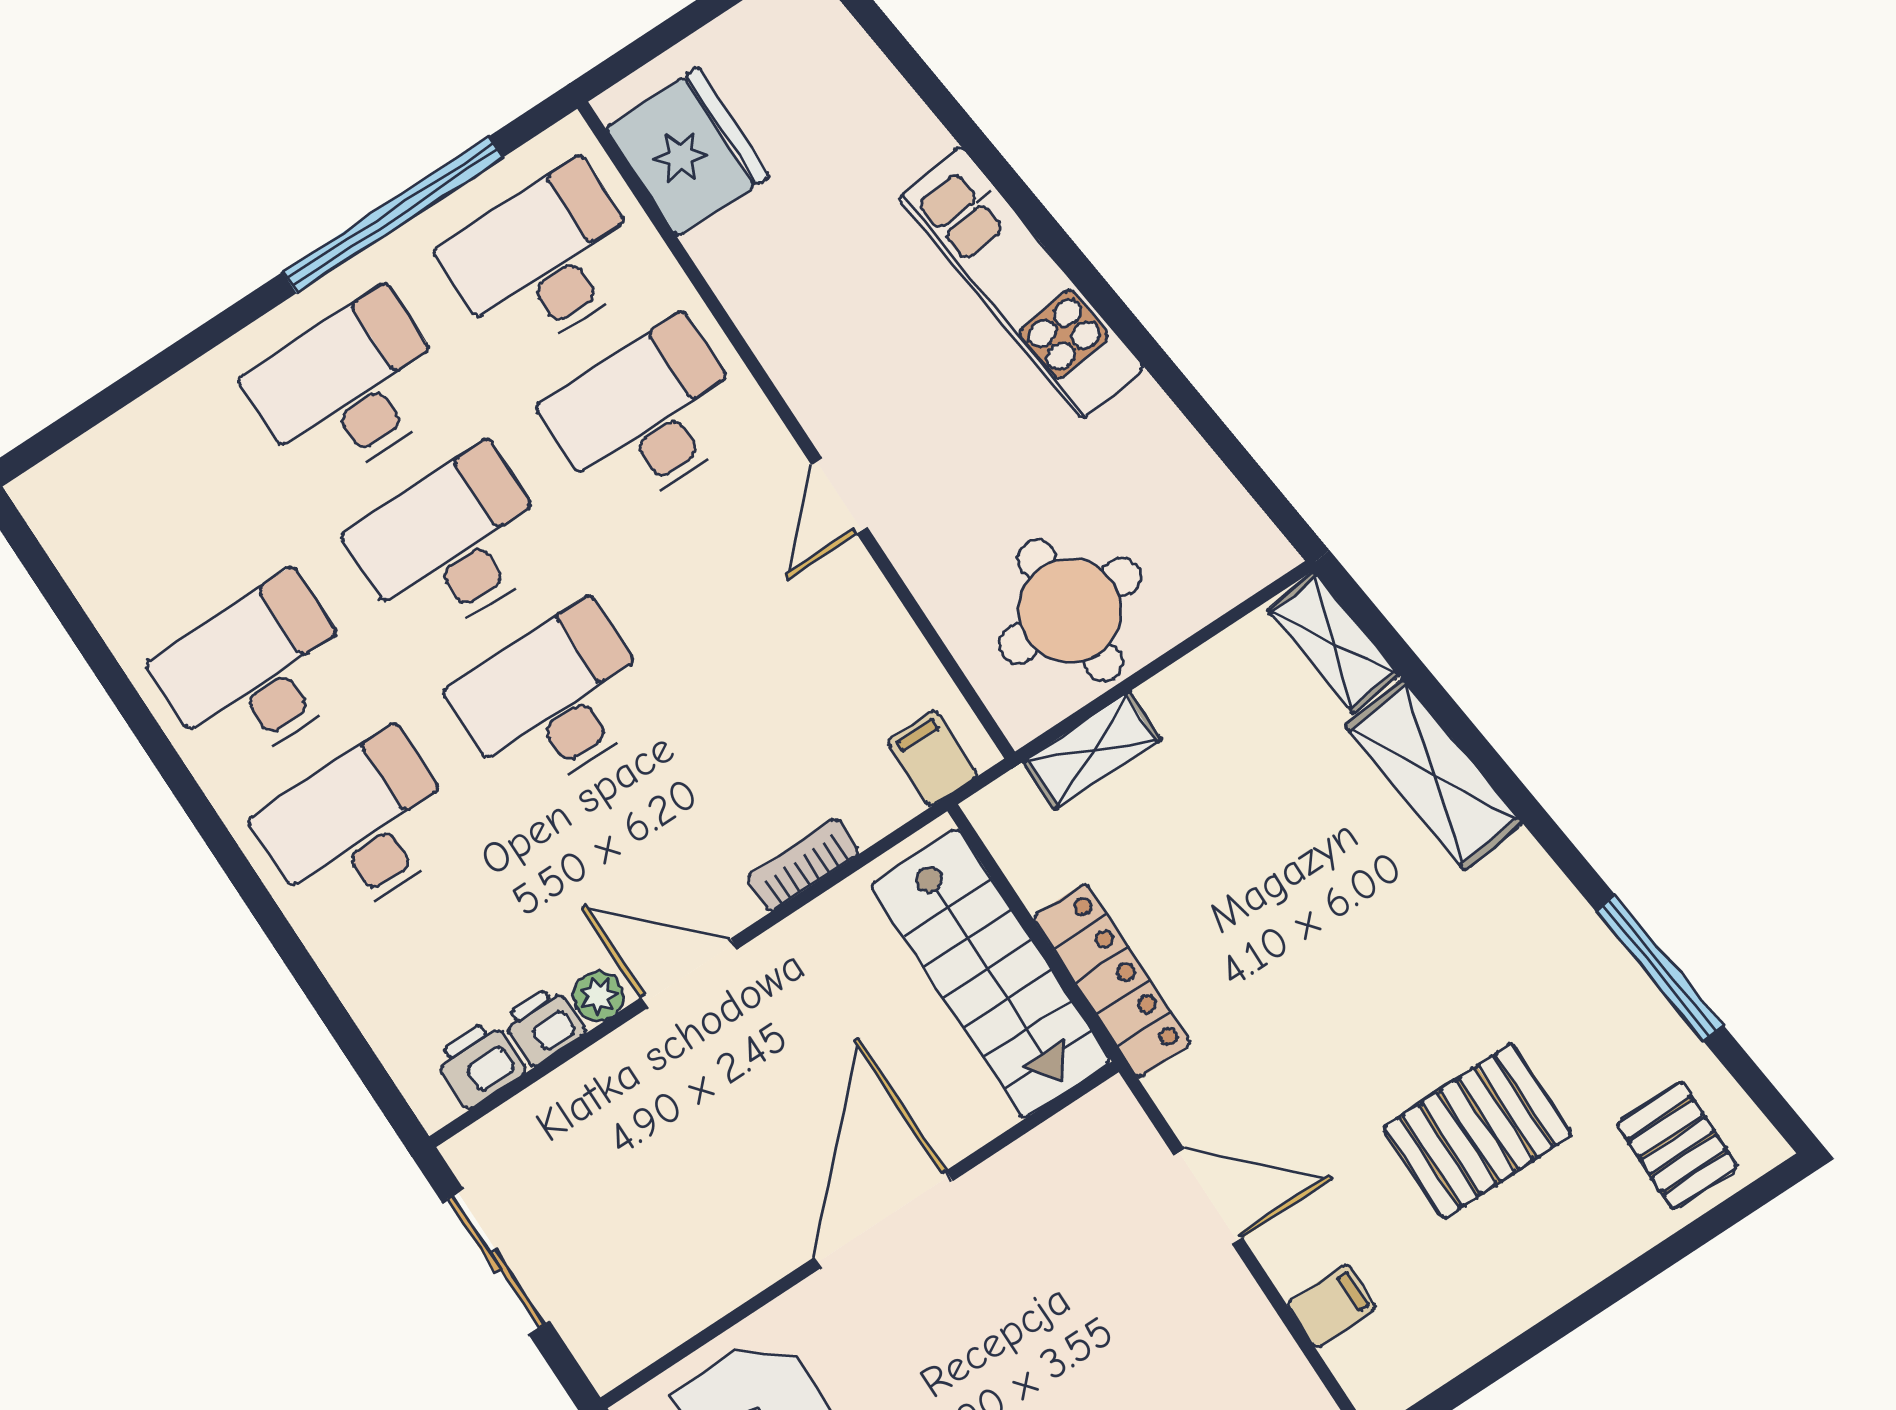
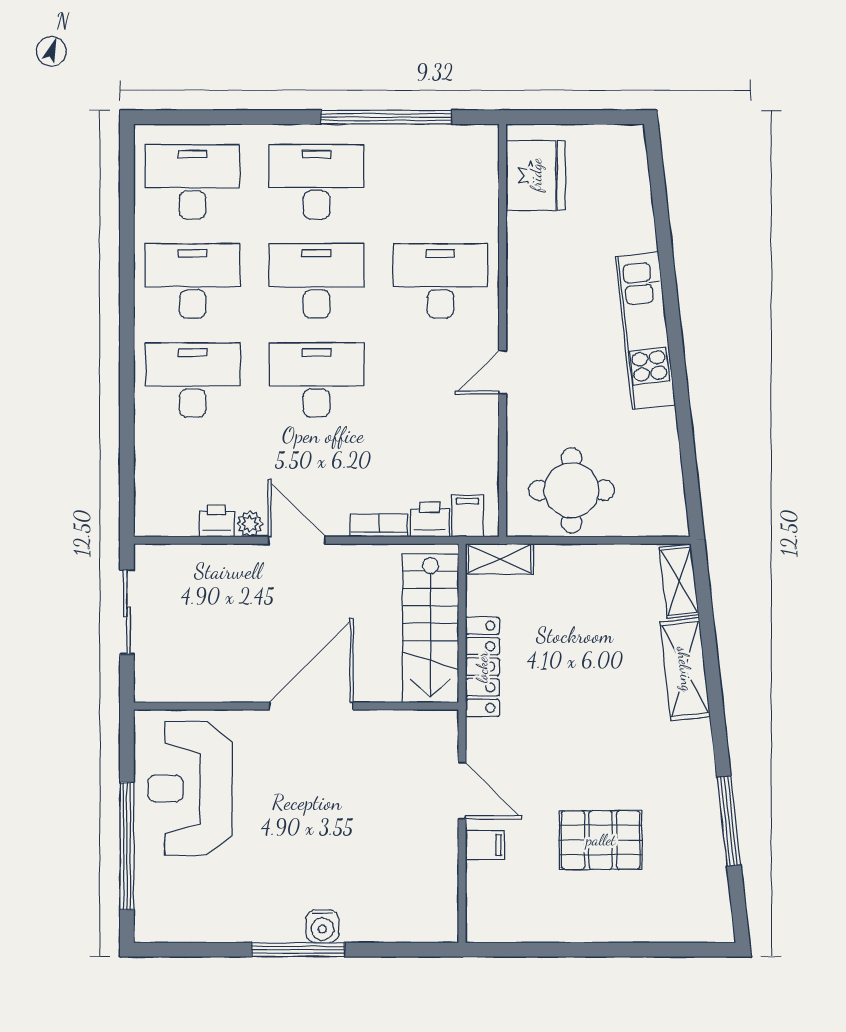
desk: (545, 261) -> (193, 182), moved
shelving: (1092, 751) -> (499, 559), moved
printer: (480, 1064) -> (430, 519), moved
pallet: (1677, 1146) -> (685, 905), removed
filing cabinet: (1332, 1306) -> (485, 845), moved

